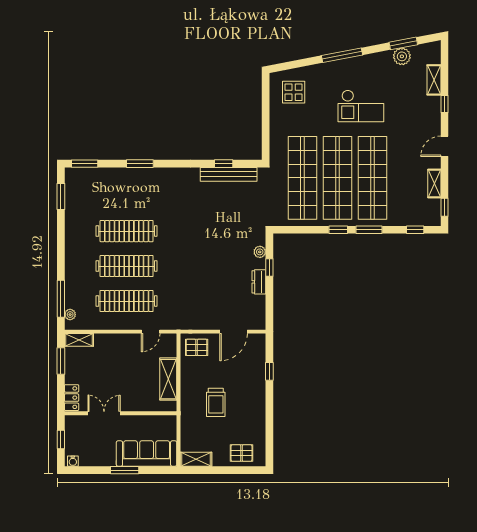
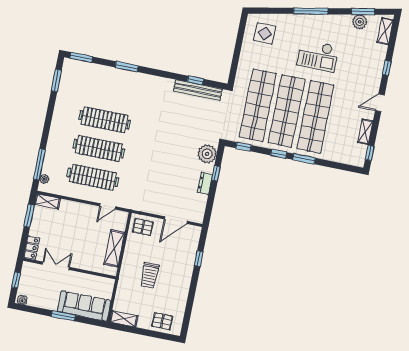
shelving: (434, 80) -> (385, 31), moved
window: (415, 230) -> (243, 147), moved
plant: (260, 252) -> (207, 154), width x1.88, depth x1.88

